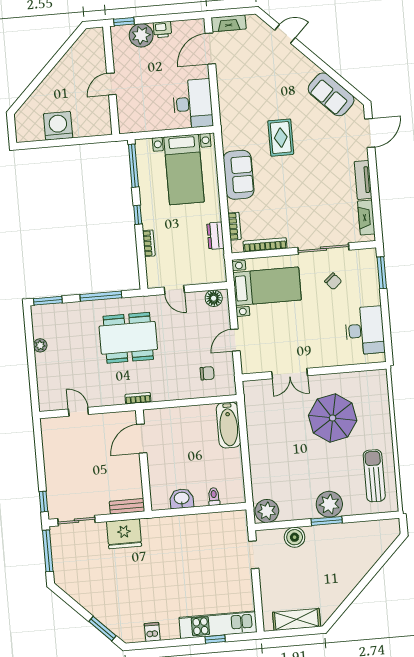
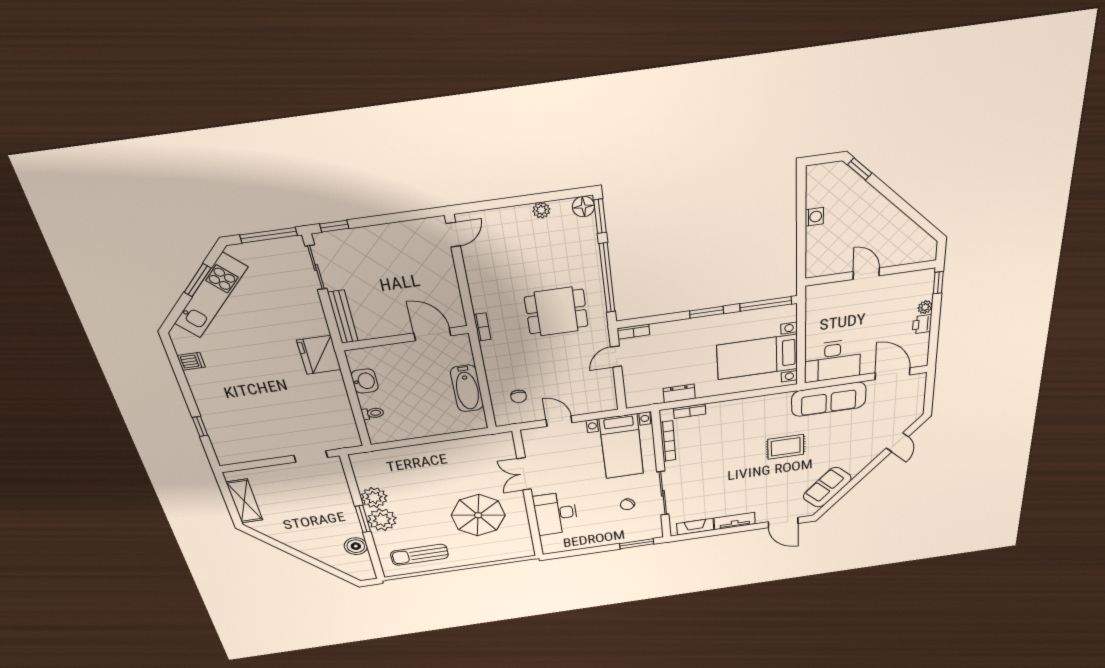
fireplace: (229, 23) -> (918, 389), removed
plant: (141, 35) -> (925, 307), width x0.53, depth x0.53
window: (21, 100) -> (860, 169), added
washing machine: (58, 126) -> (814, 217), width x0.53, depth x0.53
sofa: (239, 175) -> (829, 399), moved, width x1.36
window: (138, 215) -> (707, 312), width x1.50
bookcase: (149, 243) -> (633, 332), moved
window: (101, 296) -> (607, 278), width x1.46
floor lamp: (214, 298) -> (583, 207), moved
desk: (365, 330) -> (556, 514), moved, turned 90
dining table: (128, 338) -> (556, 312), width x0.73
door: (78, 412) -> (453, 235), moved
bathtub: (229, 425) -> (467, 388), moved, turned -90
sun lounger: (374, 476) -> (419, 555), turned 180
bench: (127, 506) -> (343, 317), width x1.36
plant: (267, 511) -> (374, 498), moved
fridge: (124, 534) -> (319, 355), moved
boiler: (295, 537) -> (356, 546), moved
kitchen unit: (218, 625) -> (211, 295), moved, turned 45
window: (102, 629) -> (197, 280), moved

